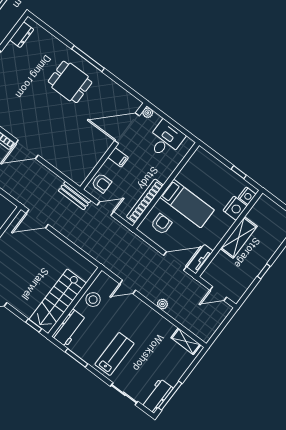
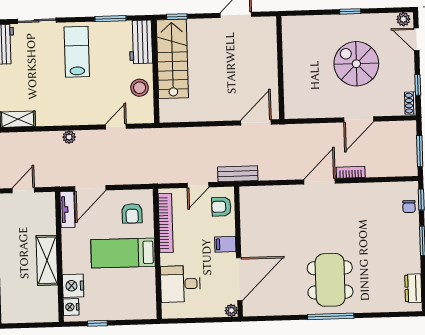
dining table: (70, 82) -> (330, 280), width x1.38
desk: (165, 139) -> (180, 284), moved, turned 90
lab bench: (115, 354) -> (77, 52), turned 180

